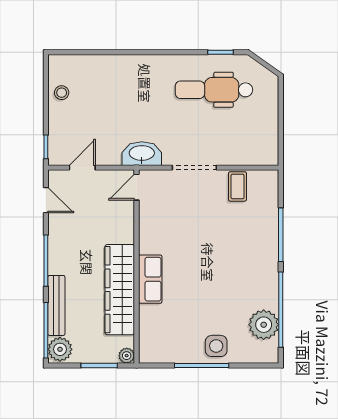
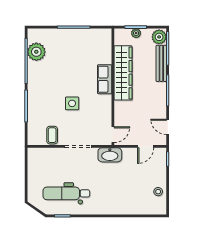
dental chair: (214, 90) -> (66, 193), turned 180
side table: (216, 346) -> (72, 103), moved
plant: (127, 356) -> (136, 33), moved

